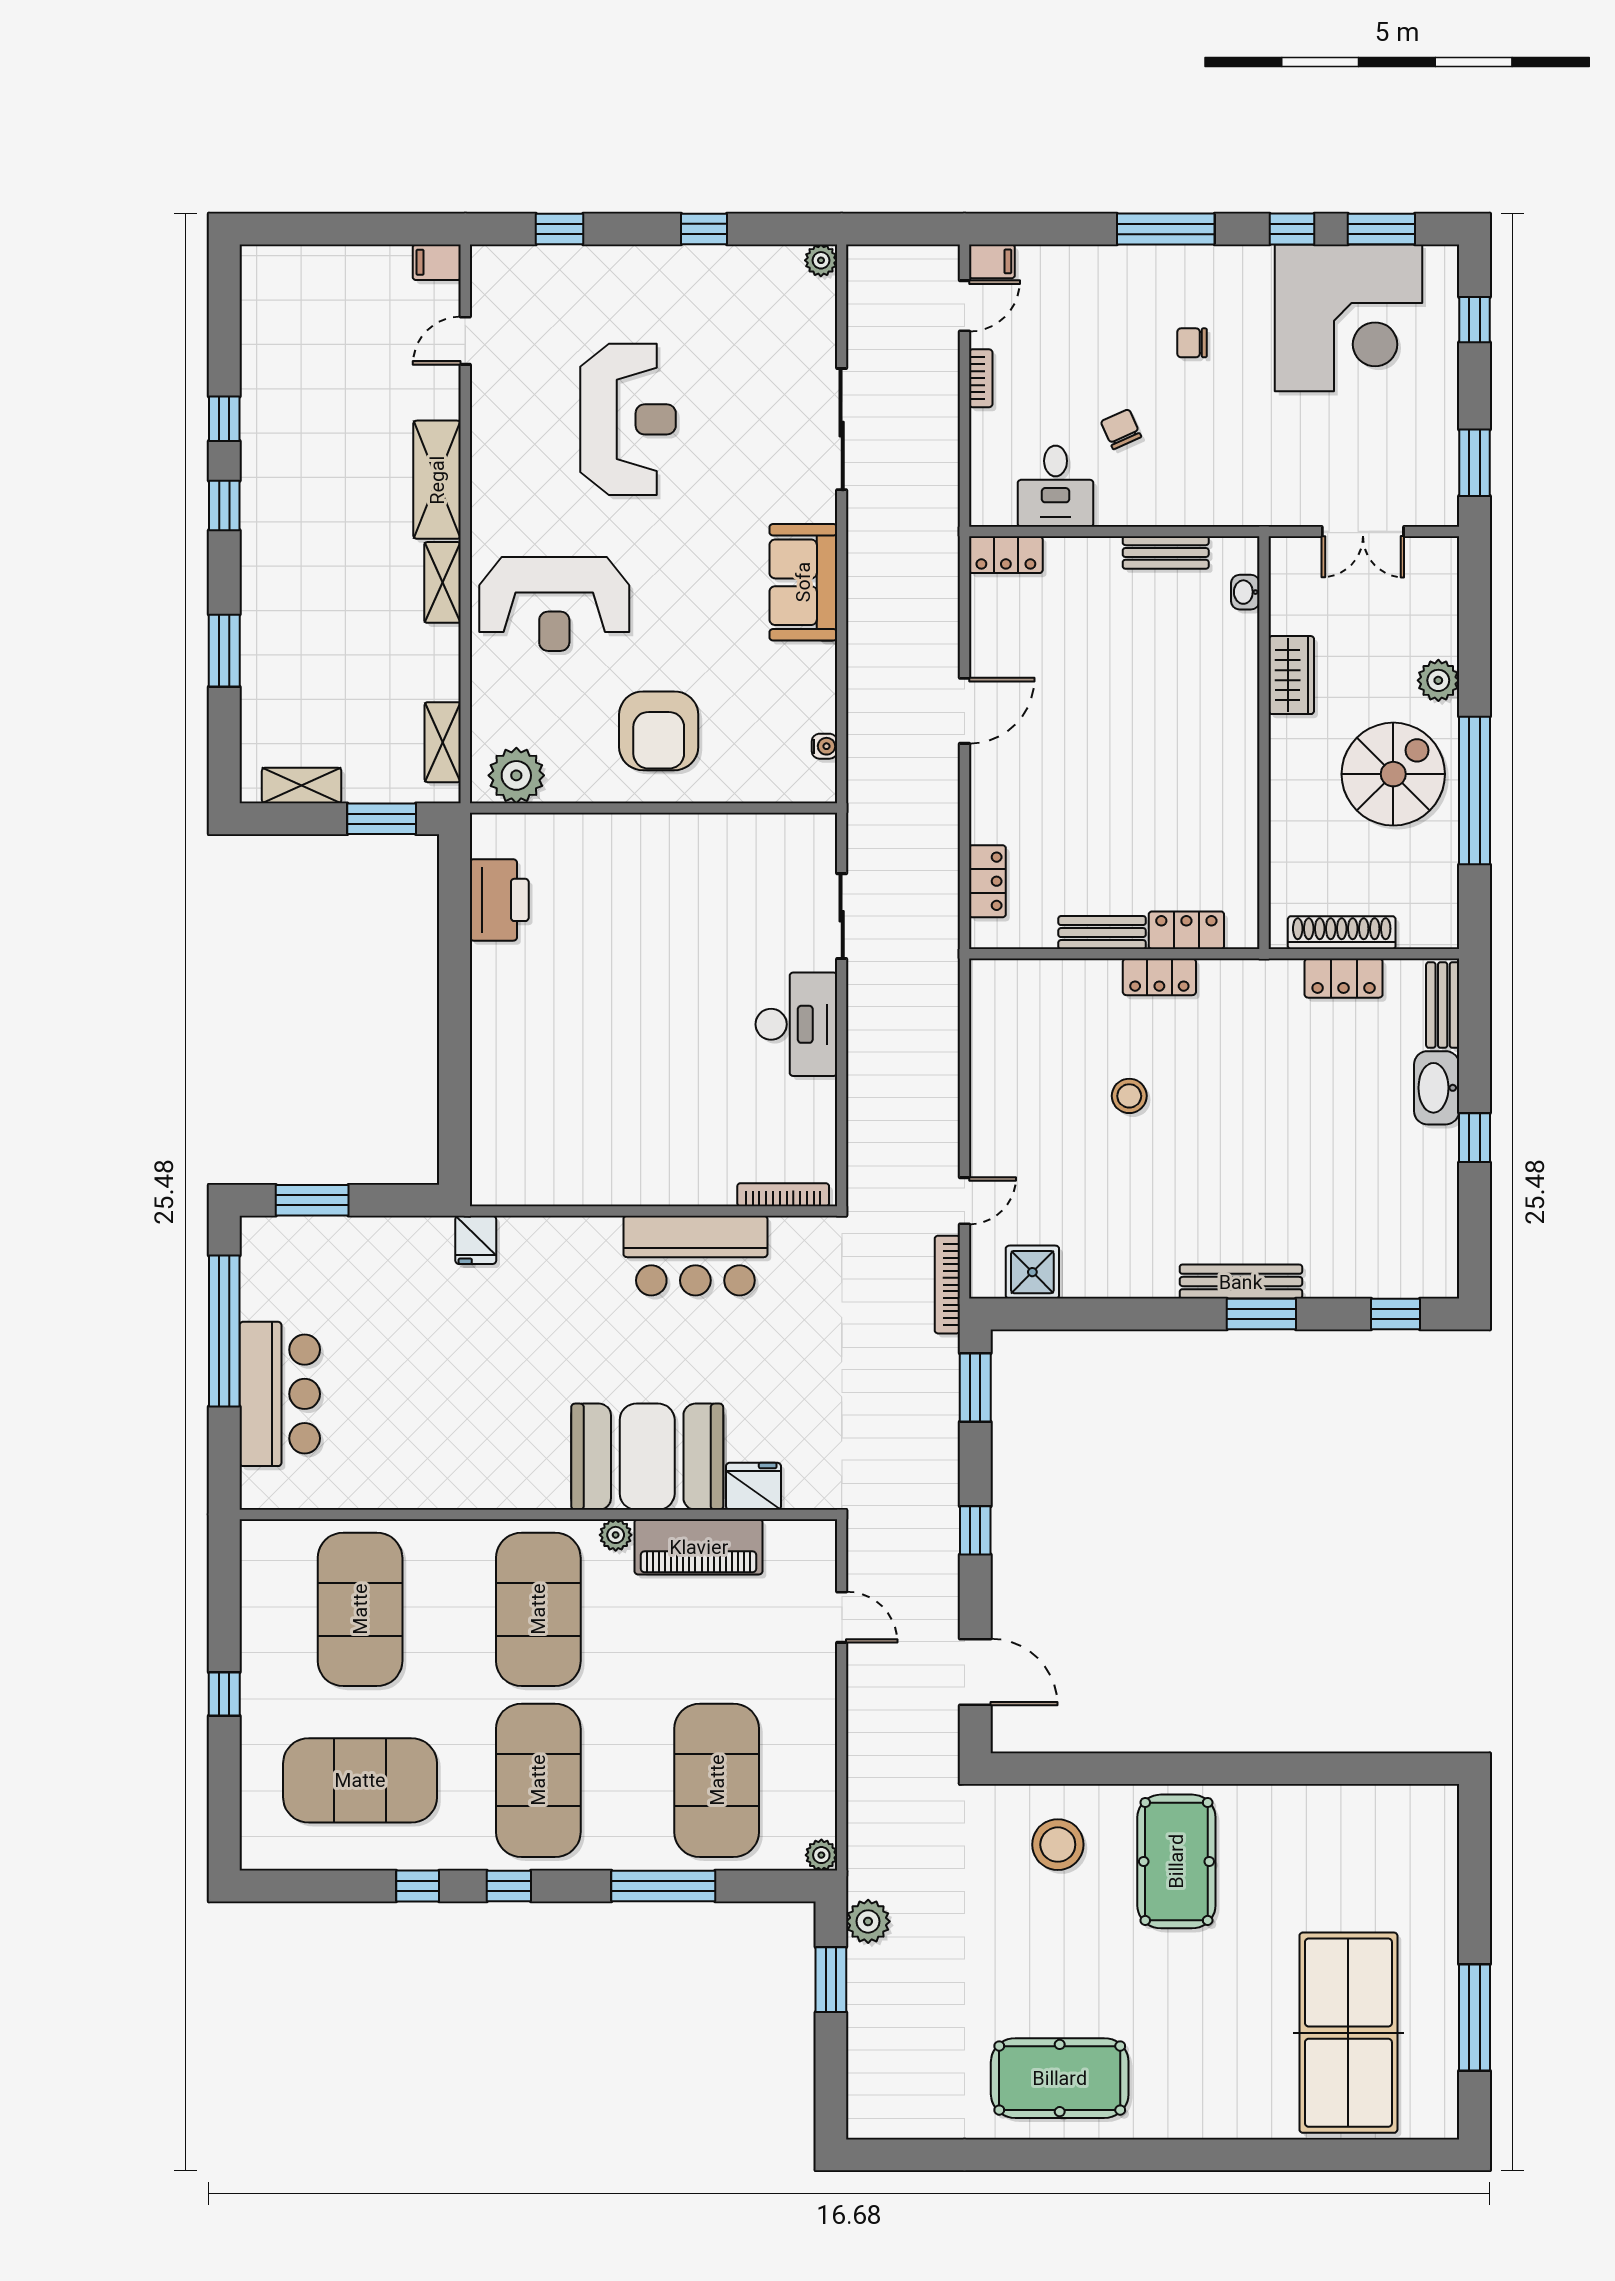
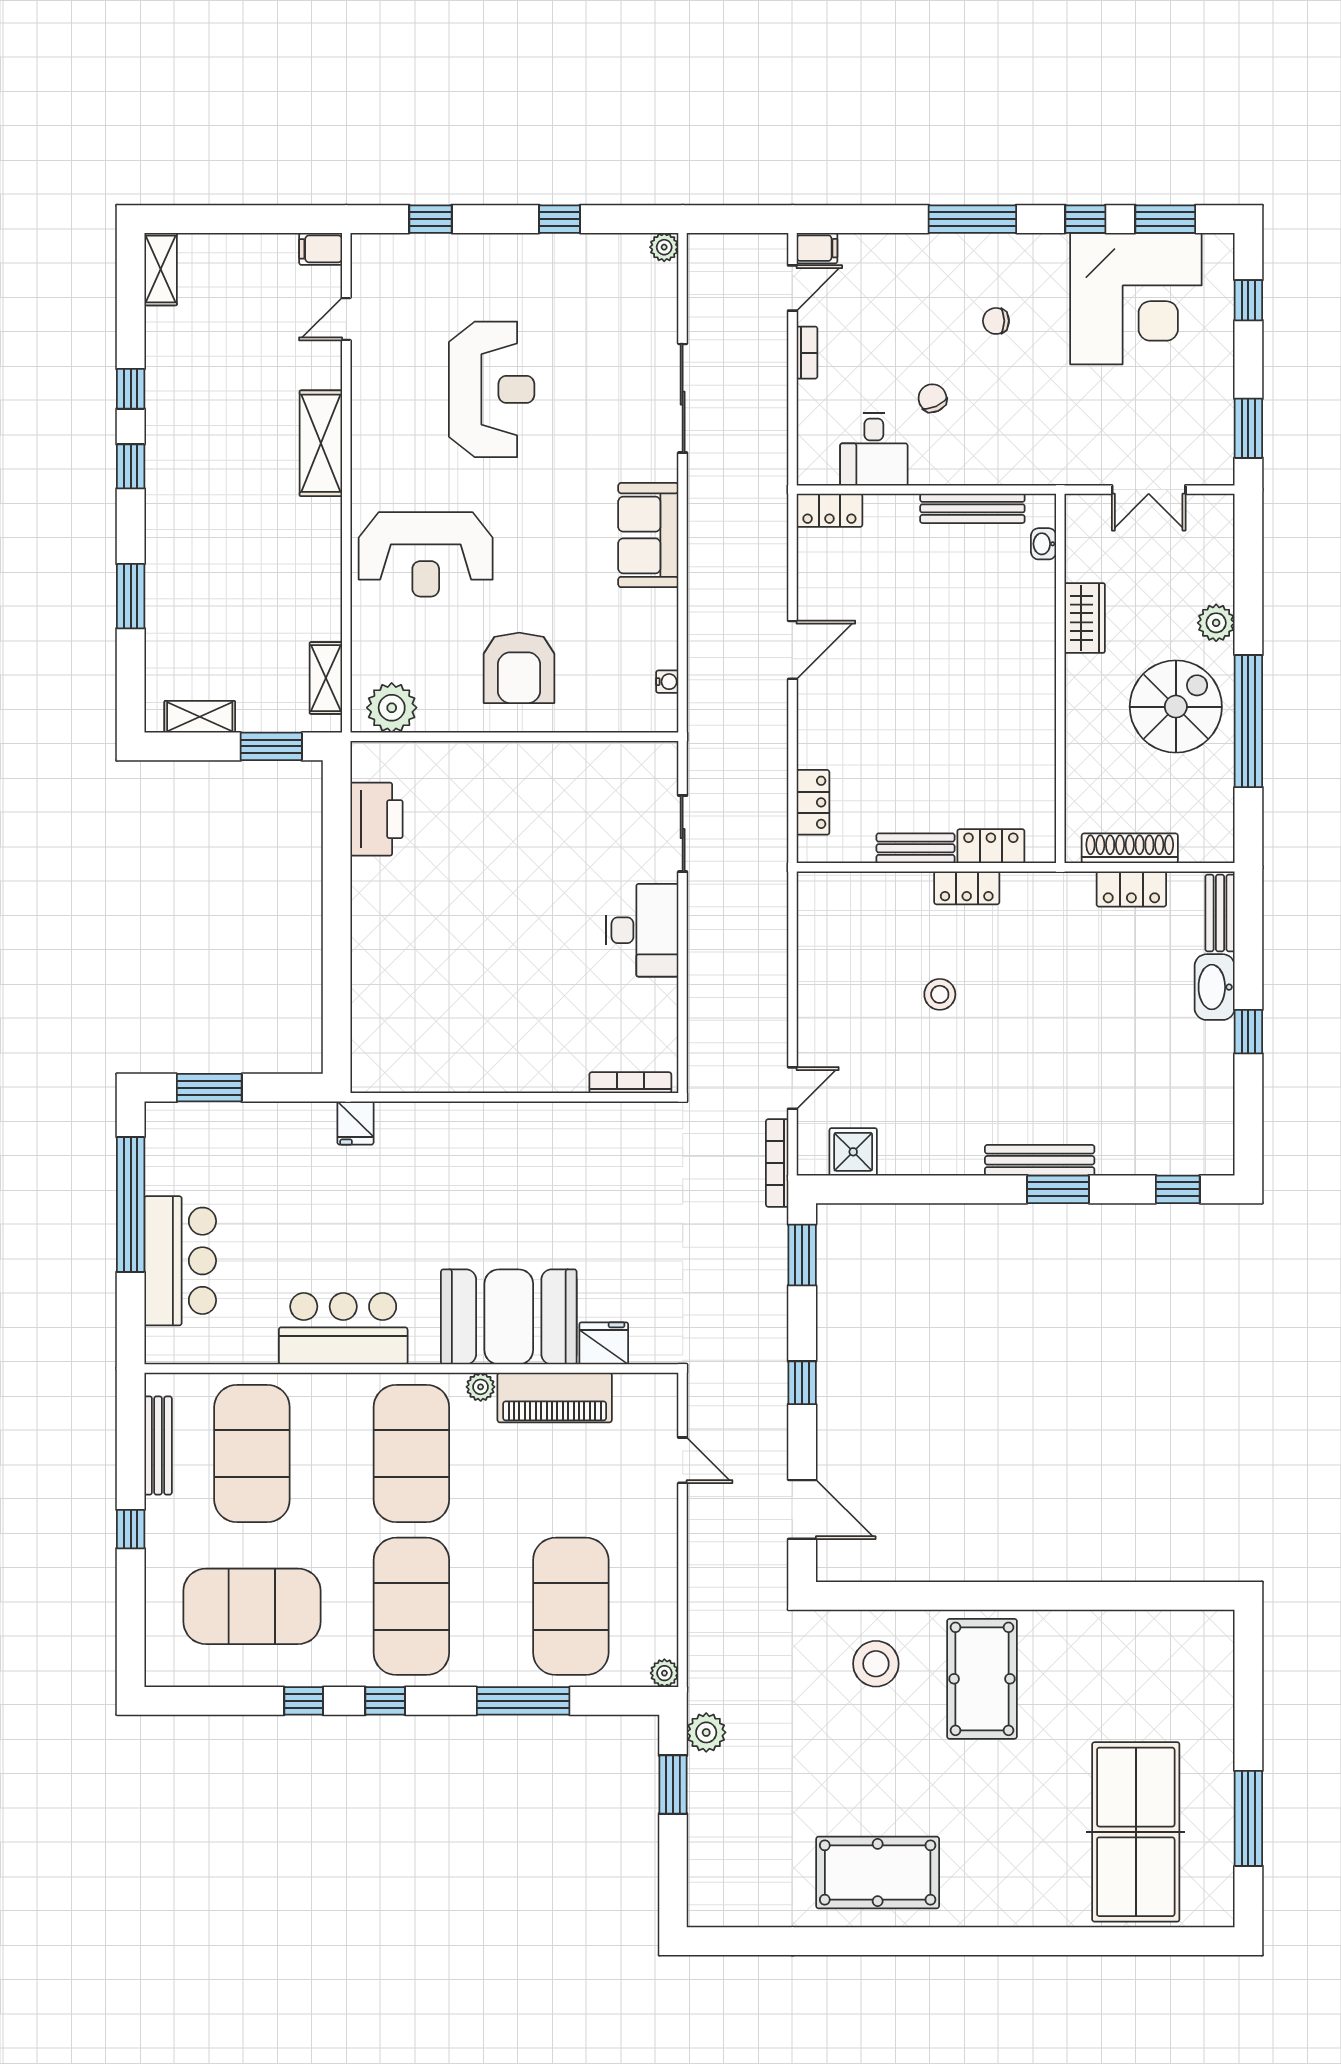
bench: (1166, 552) -> (972, 508), width x1.36
shelving: (443, 582) -> (161, 269), moved
bar counter: (695, 1256) -> (343, 1329), moved, turned 180
bench: (255, 1601) -> (158, 1446), added

